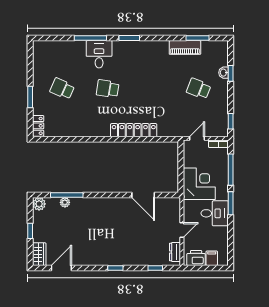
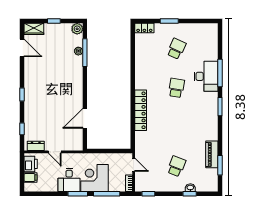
desk: (99, 54) -> (206, 76), width x1.37
corner desk: (199, 184) -> (94, 178), moved, turned 180

